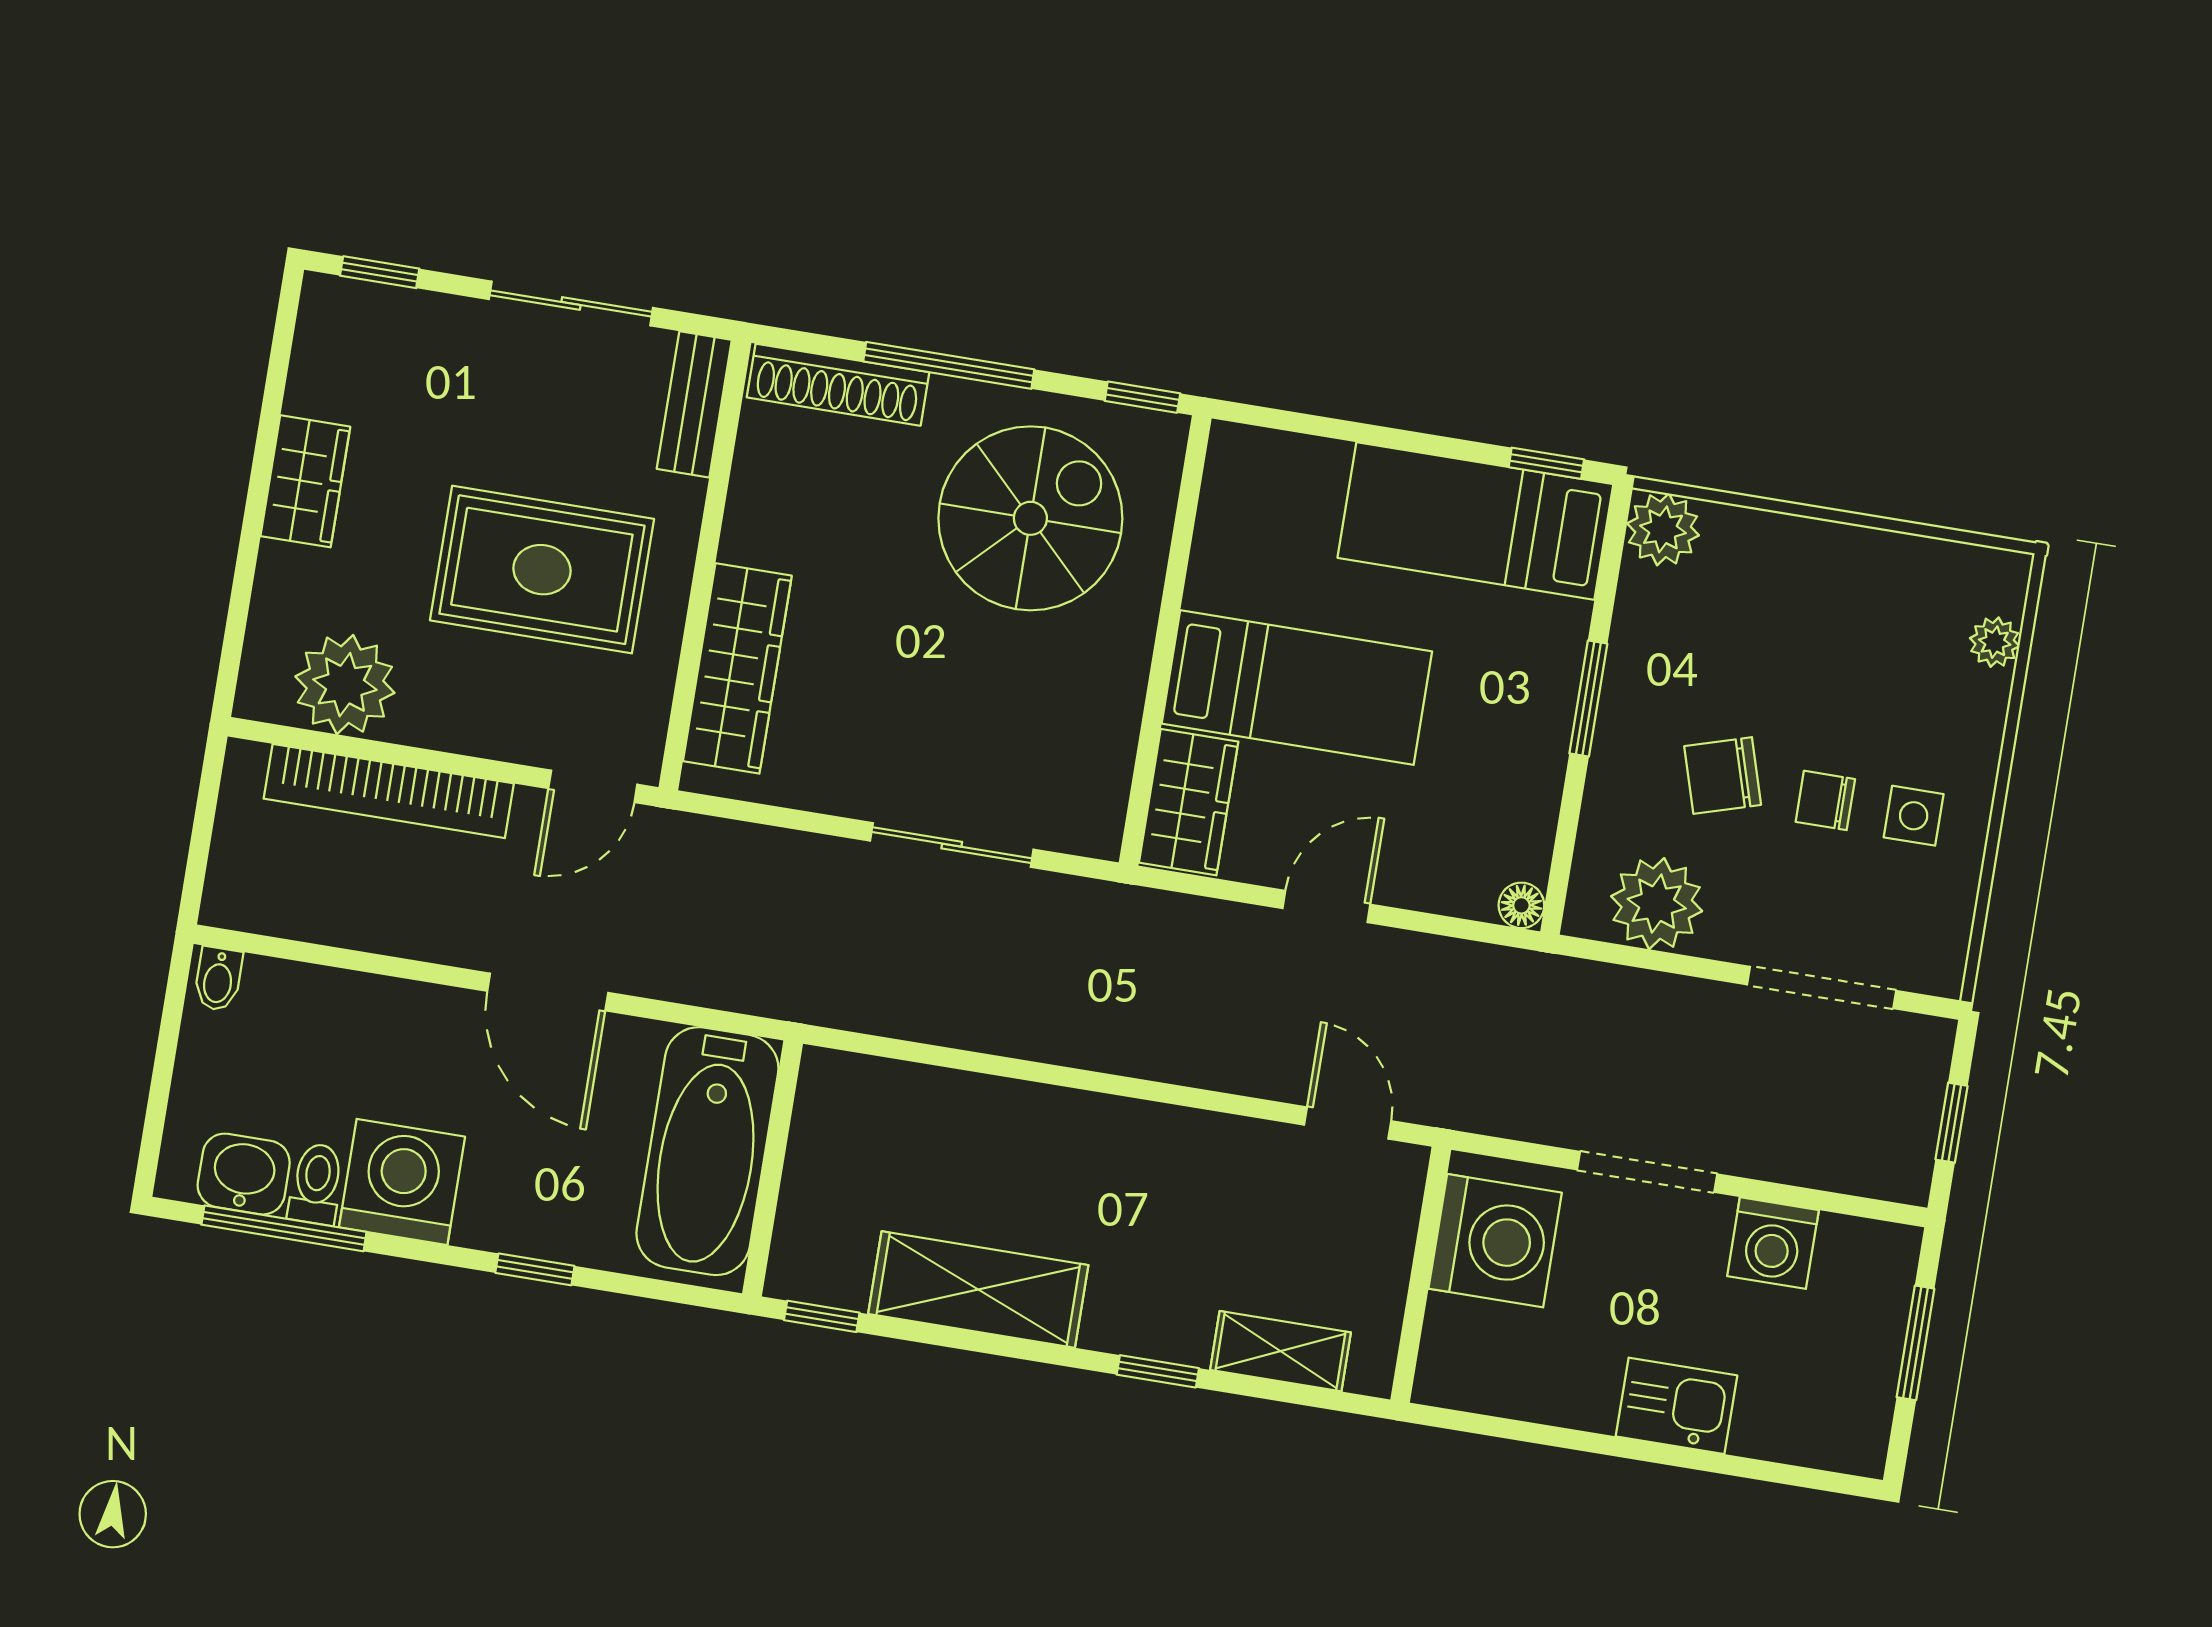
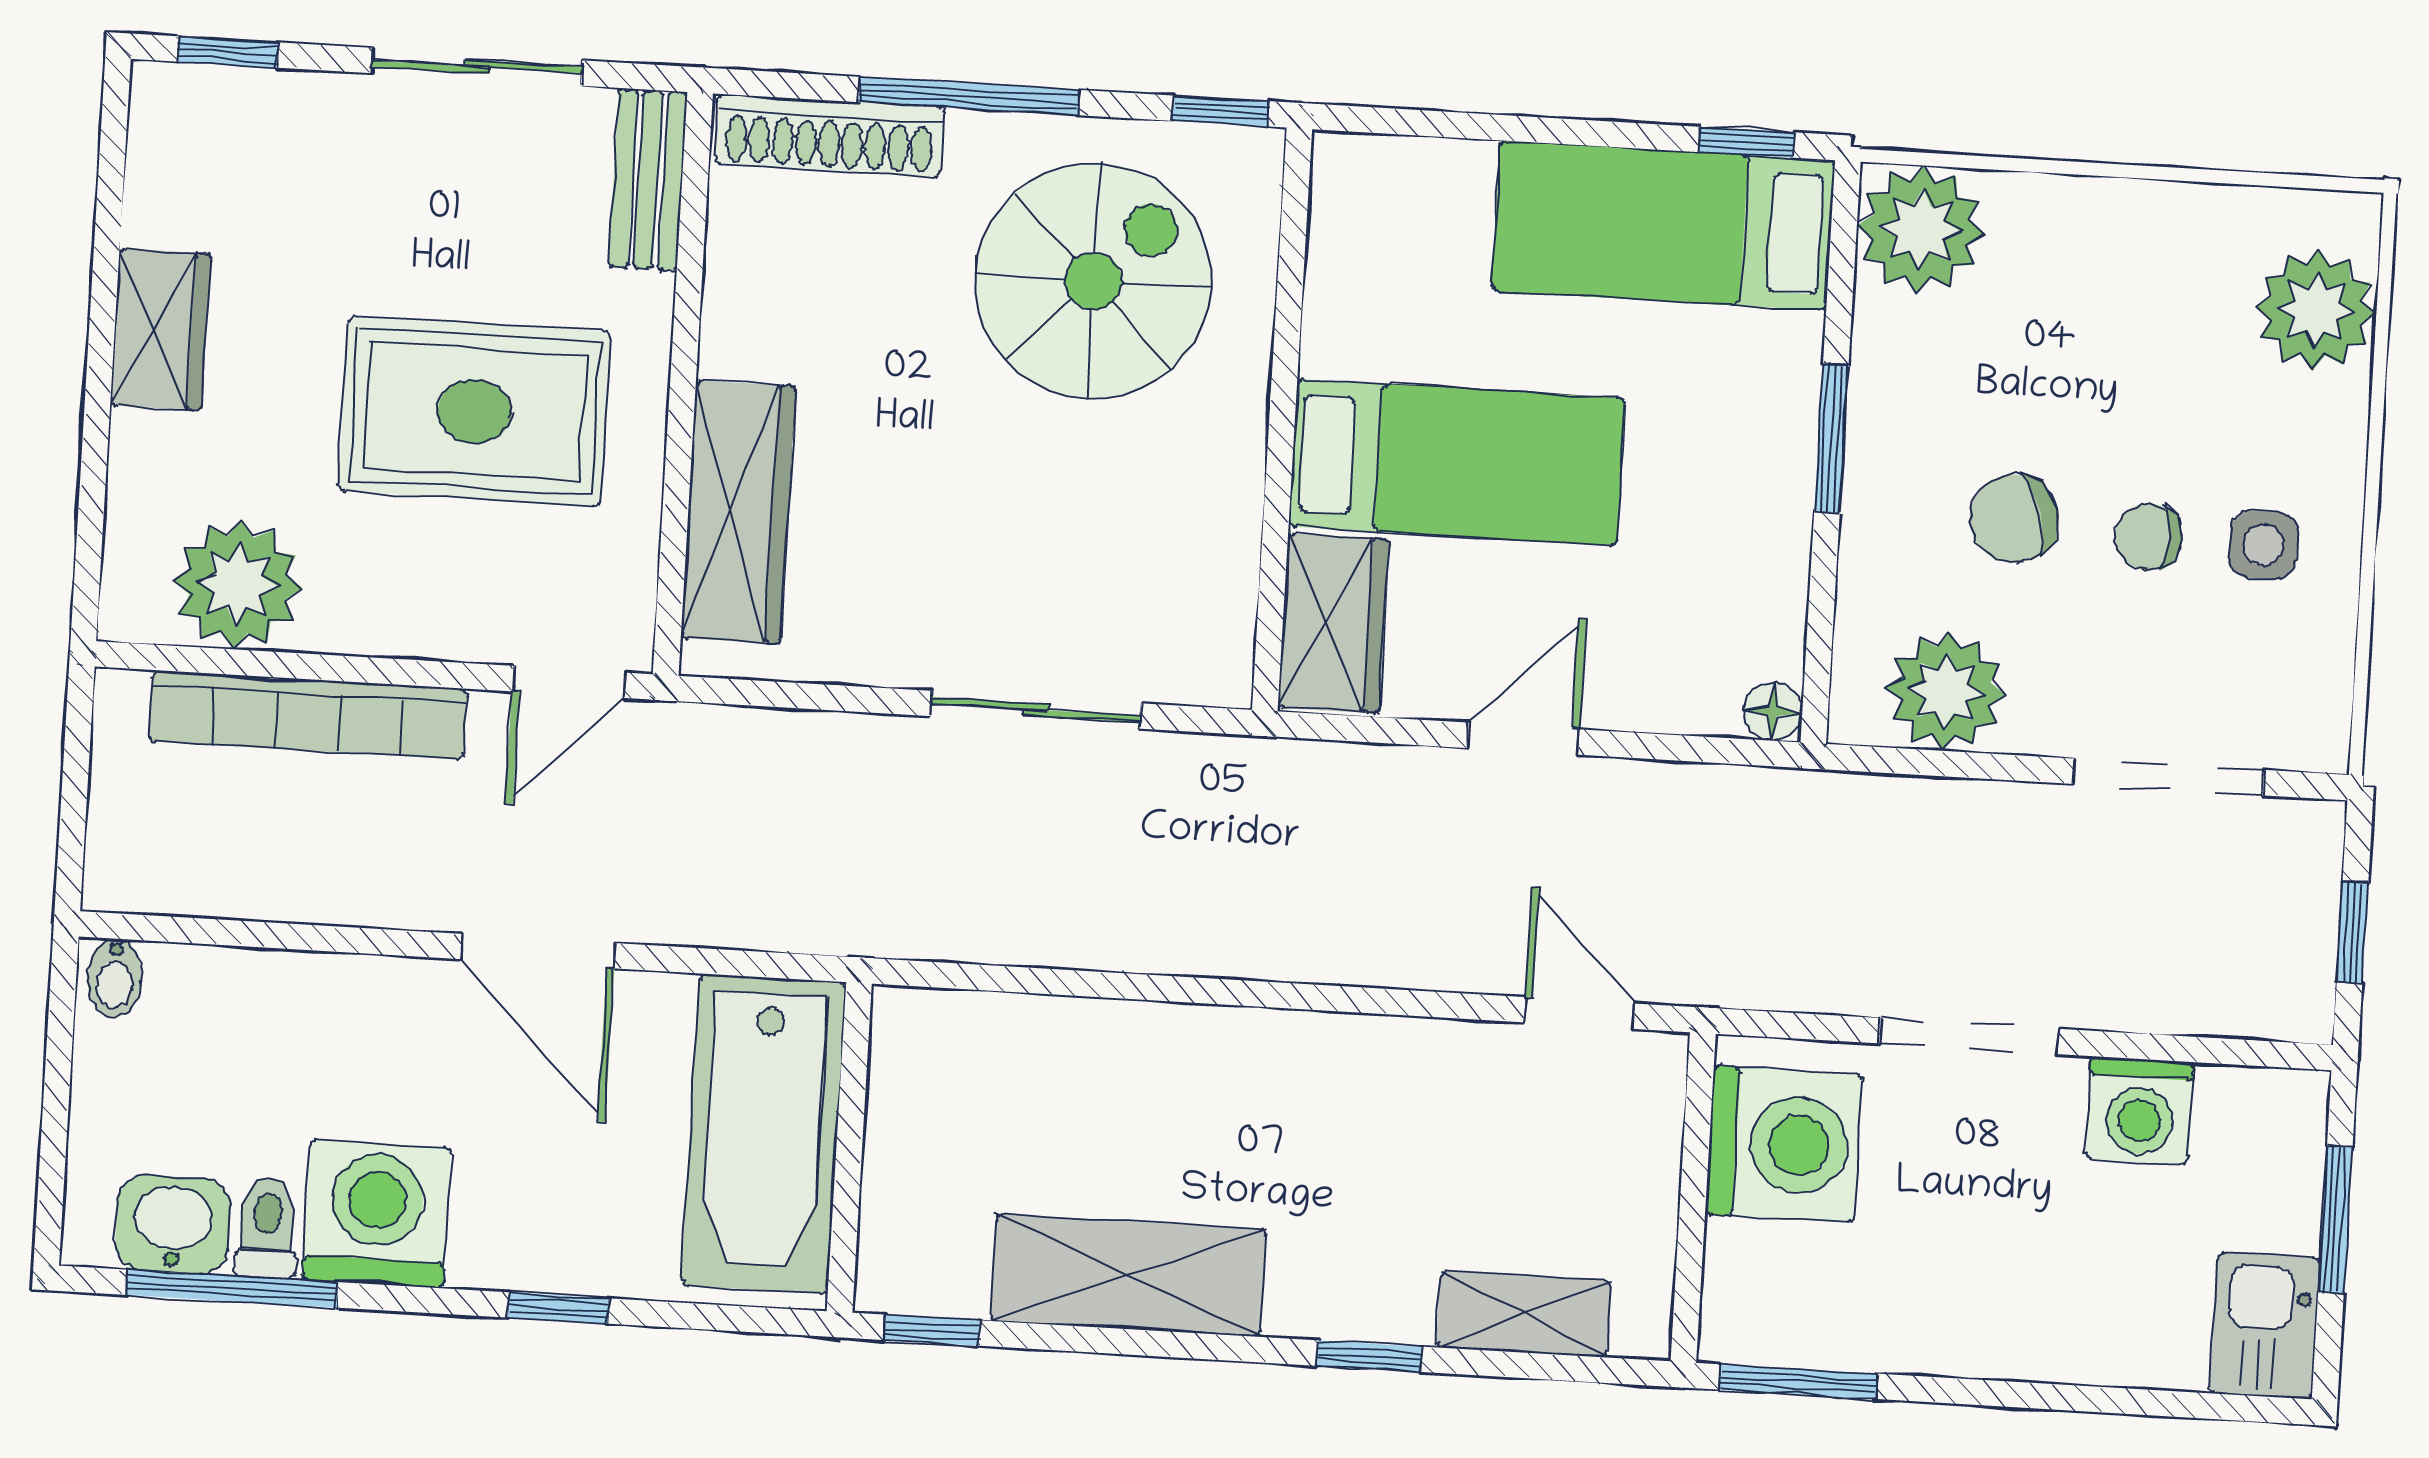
plant: (1663, 529) -> (1921, 229), width x1.36, depth x1.36
plant: (1995, 642) -> (2316, 310), width x1.88, depth x1.88
kitchen sink: (1677, 1406) -> (2265, 1326), moved, turned -90
window: (1487, 1425) -> (1798, 1382), added

